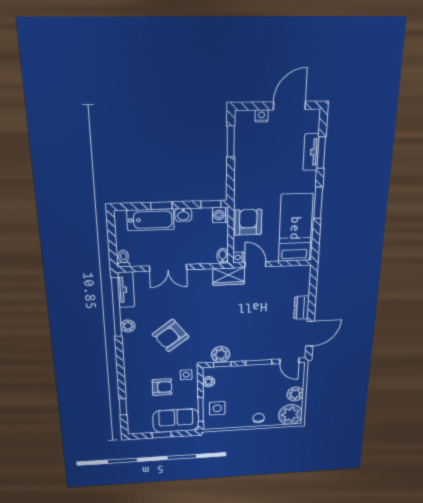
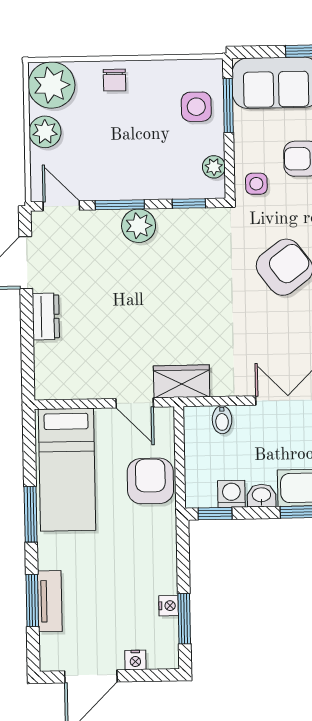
washing machine: (220, 215) -> (231, 494), moved, turned -90
armchair: (248, 222) -> (150, 481), turned 180
bidet: (223, 256) -> (222, 420), moved
nightstand: (239, 257) -> (169, 606), moved
plant: (221, 354) -> (139, 226), moved

